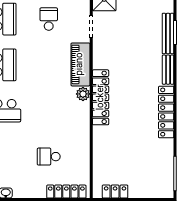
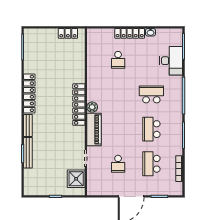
school desk: (49, 157) -> (118, 60), turned 90
locker: (66, 192) -> (130, 33), moved

